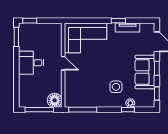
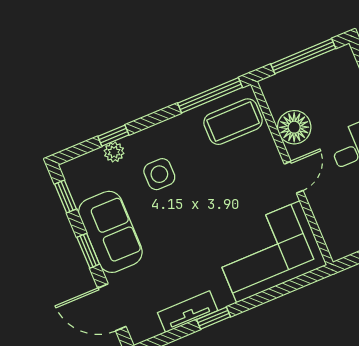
door: (63, 63) -> (294, 177), swing flipped
coffee table: (78, 95) -> (233, 122), added
floor lamp: (55, 100) -> (294, 127), moved

